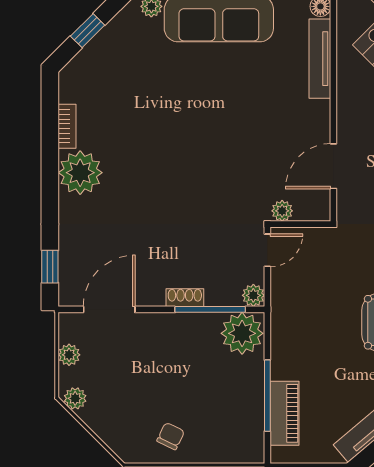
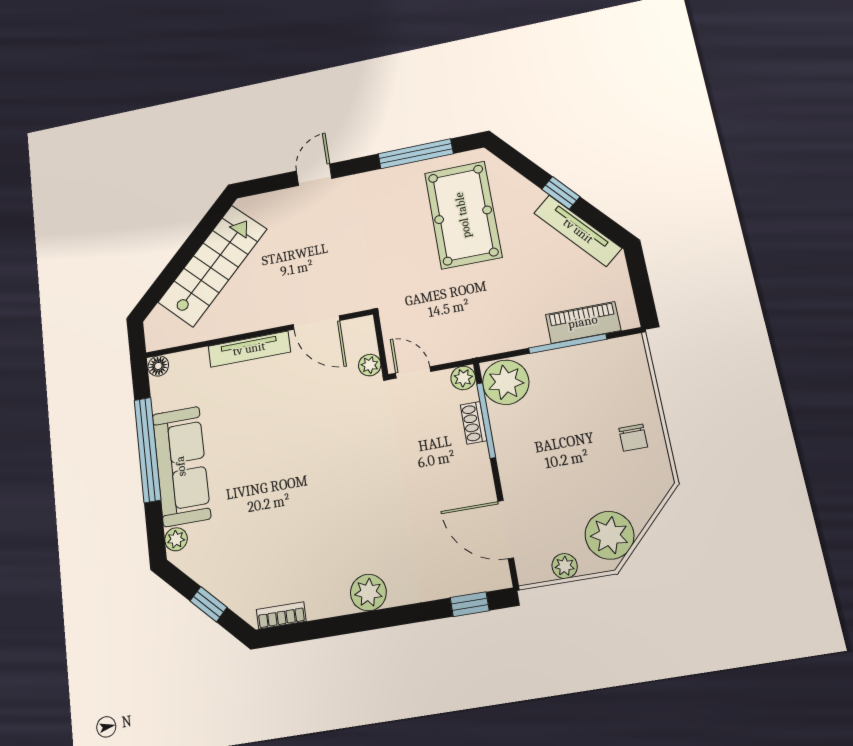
tv unit: (320, 59) -> (249, 349), moved
bookcase: (67, 126) -> (281, 615), moved
plant: (80, 173) -> (368, 593), width x0.73, depth x0.73
shoe rack: (185, 298) -> (473, 423), moved
plant: (75, 398) -> (610, 535), width x1.87, depth x1.87
chair: (171, 436) -> (633, 438), turned -116

